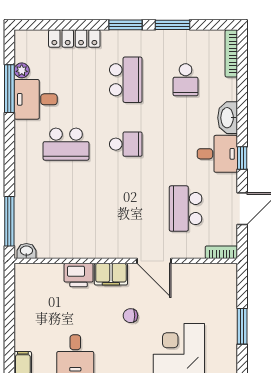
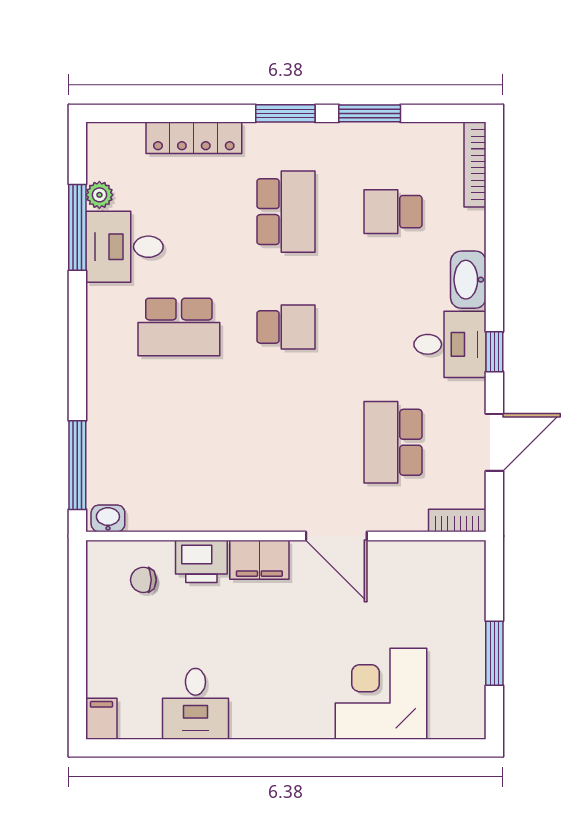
school desk: (186, 80) -> (393, 212), turned 90
chair: (130, 316) -> (143, 580), moved

